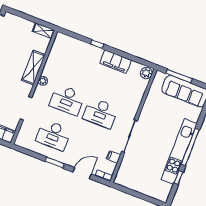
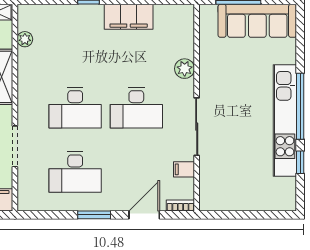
plant: (146, 73) -> (185, 69), moved
plant: (43, 81) -> (25, 39), moved

